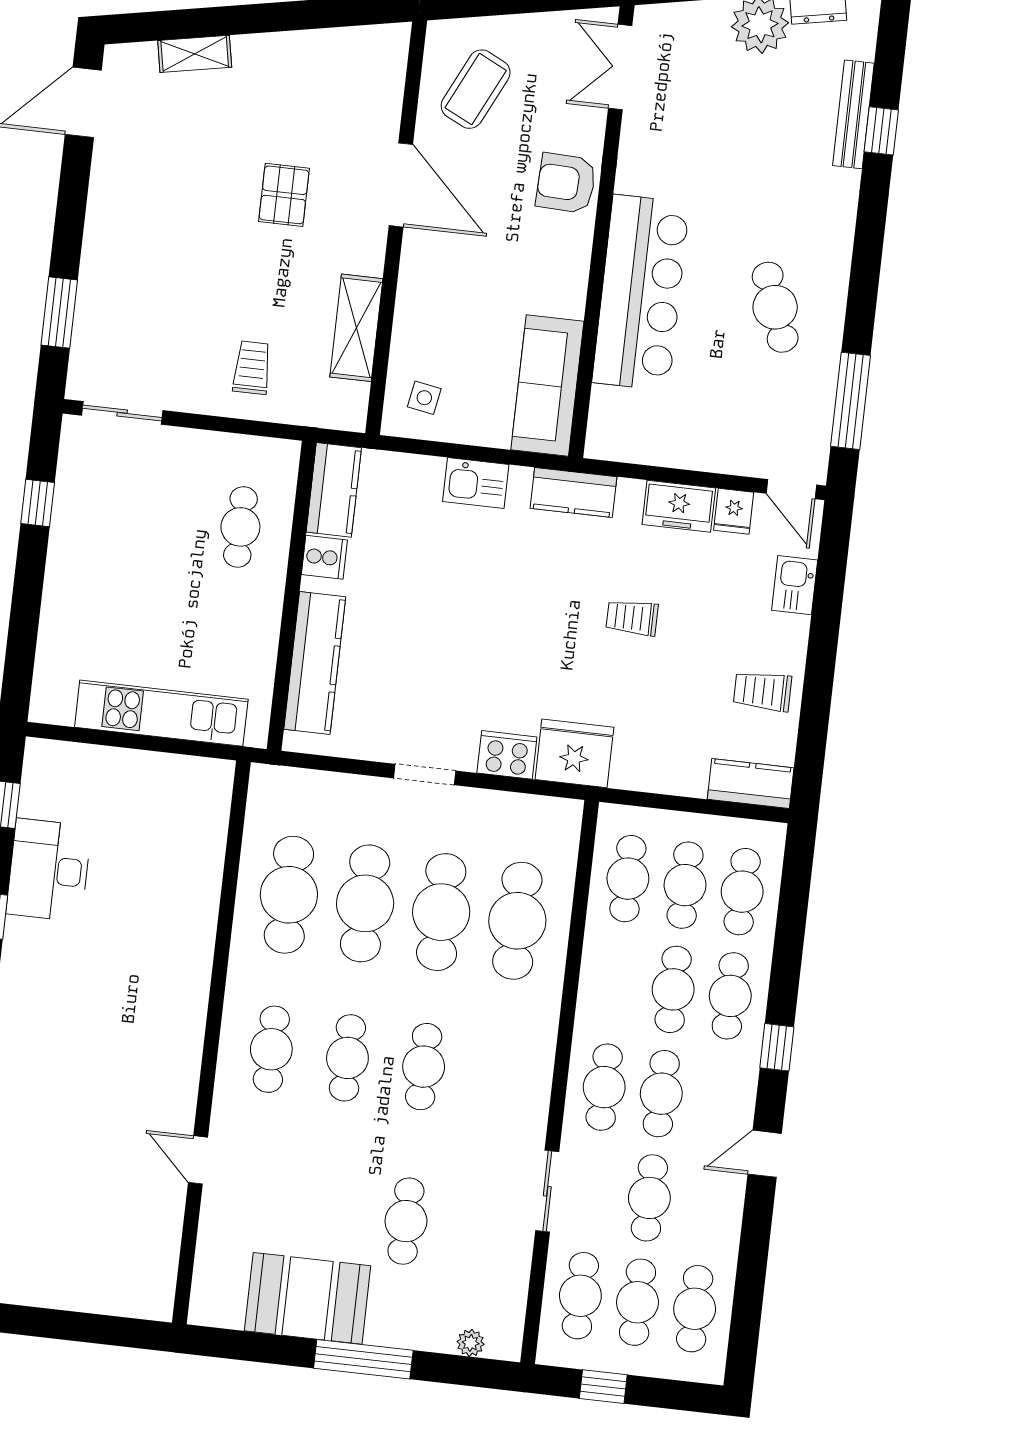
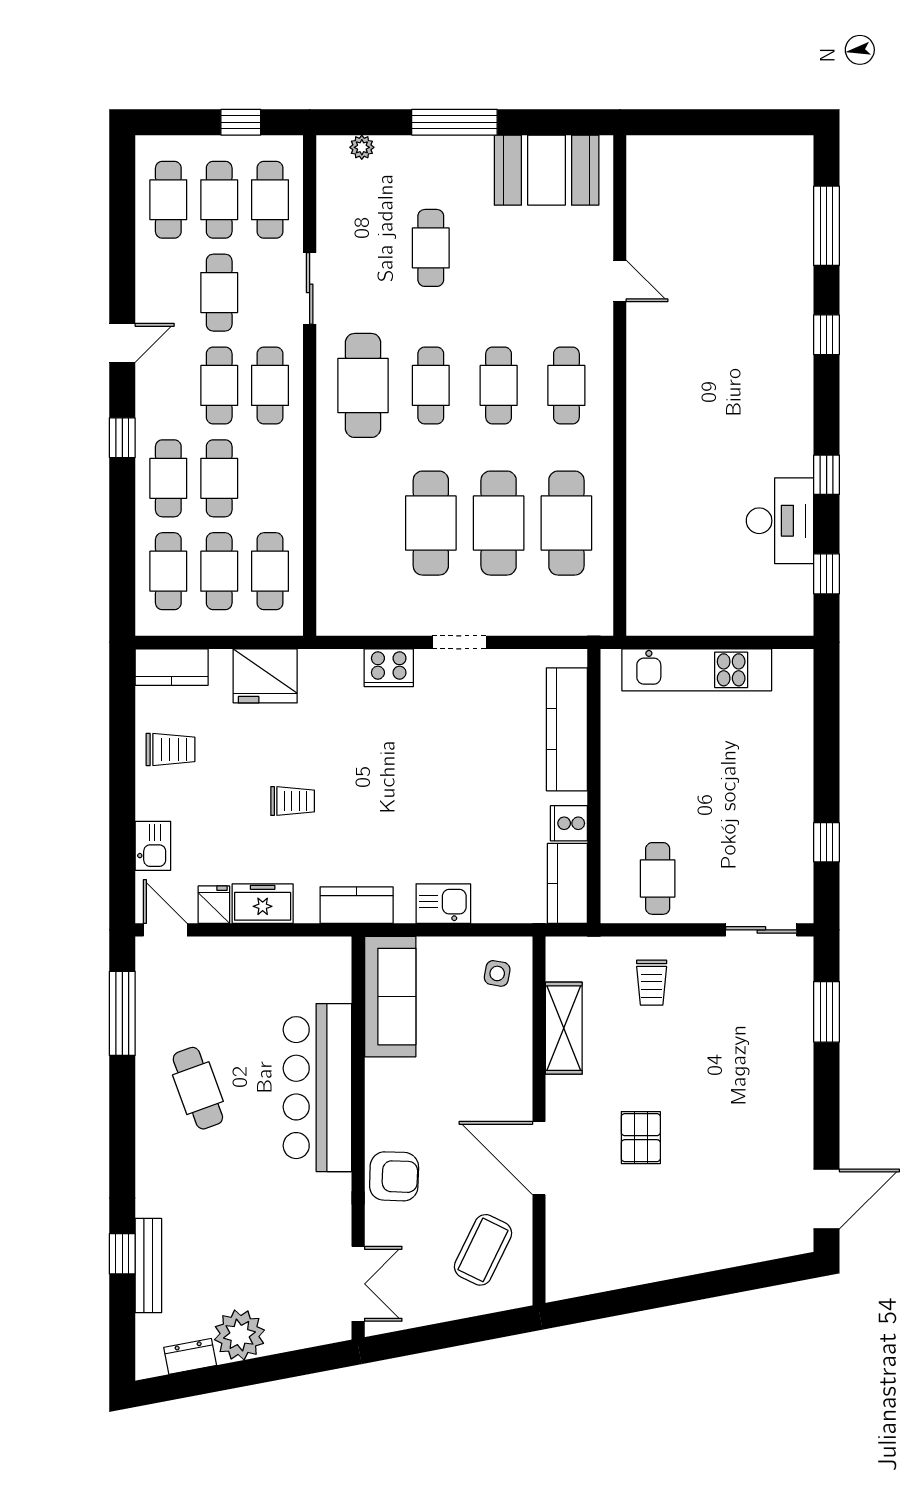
shelving: (195, 54) -> (733, 1253), removed
cafe table: (240, 527) -> (658, 878), moved
fridge: (574, 753) -> (265, 676), moved
cafe table: (517, 921) -> (363, 385), moved
booth: (308, 1298) -> (547, 170), moved

